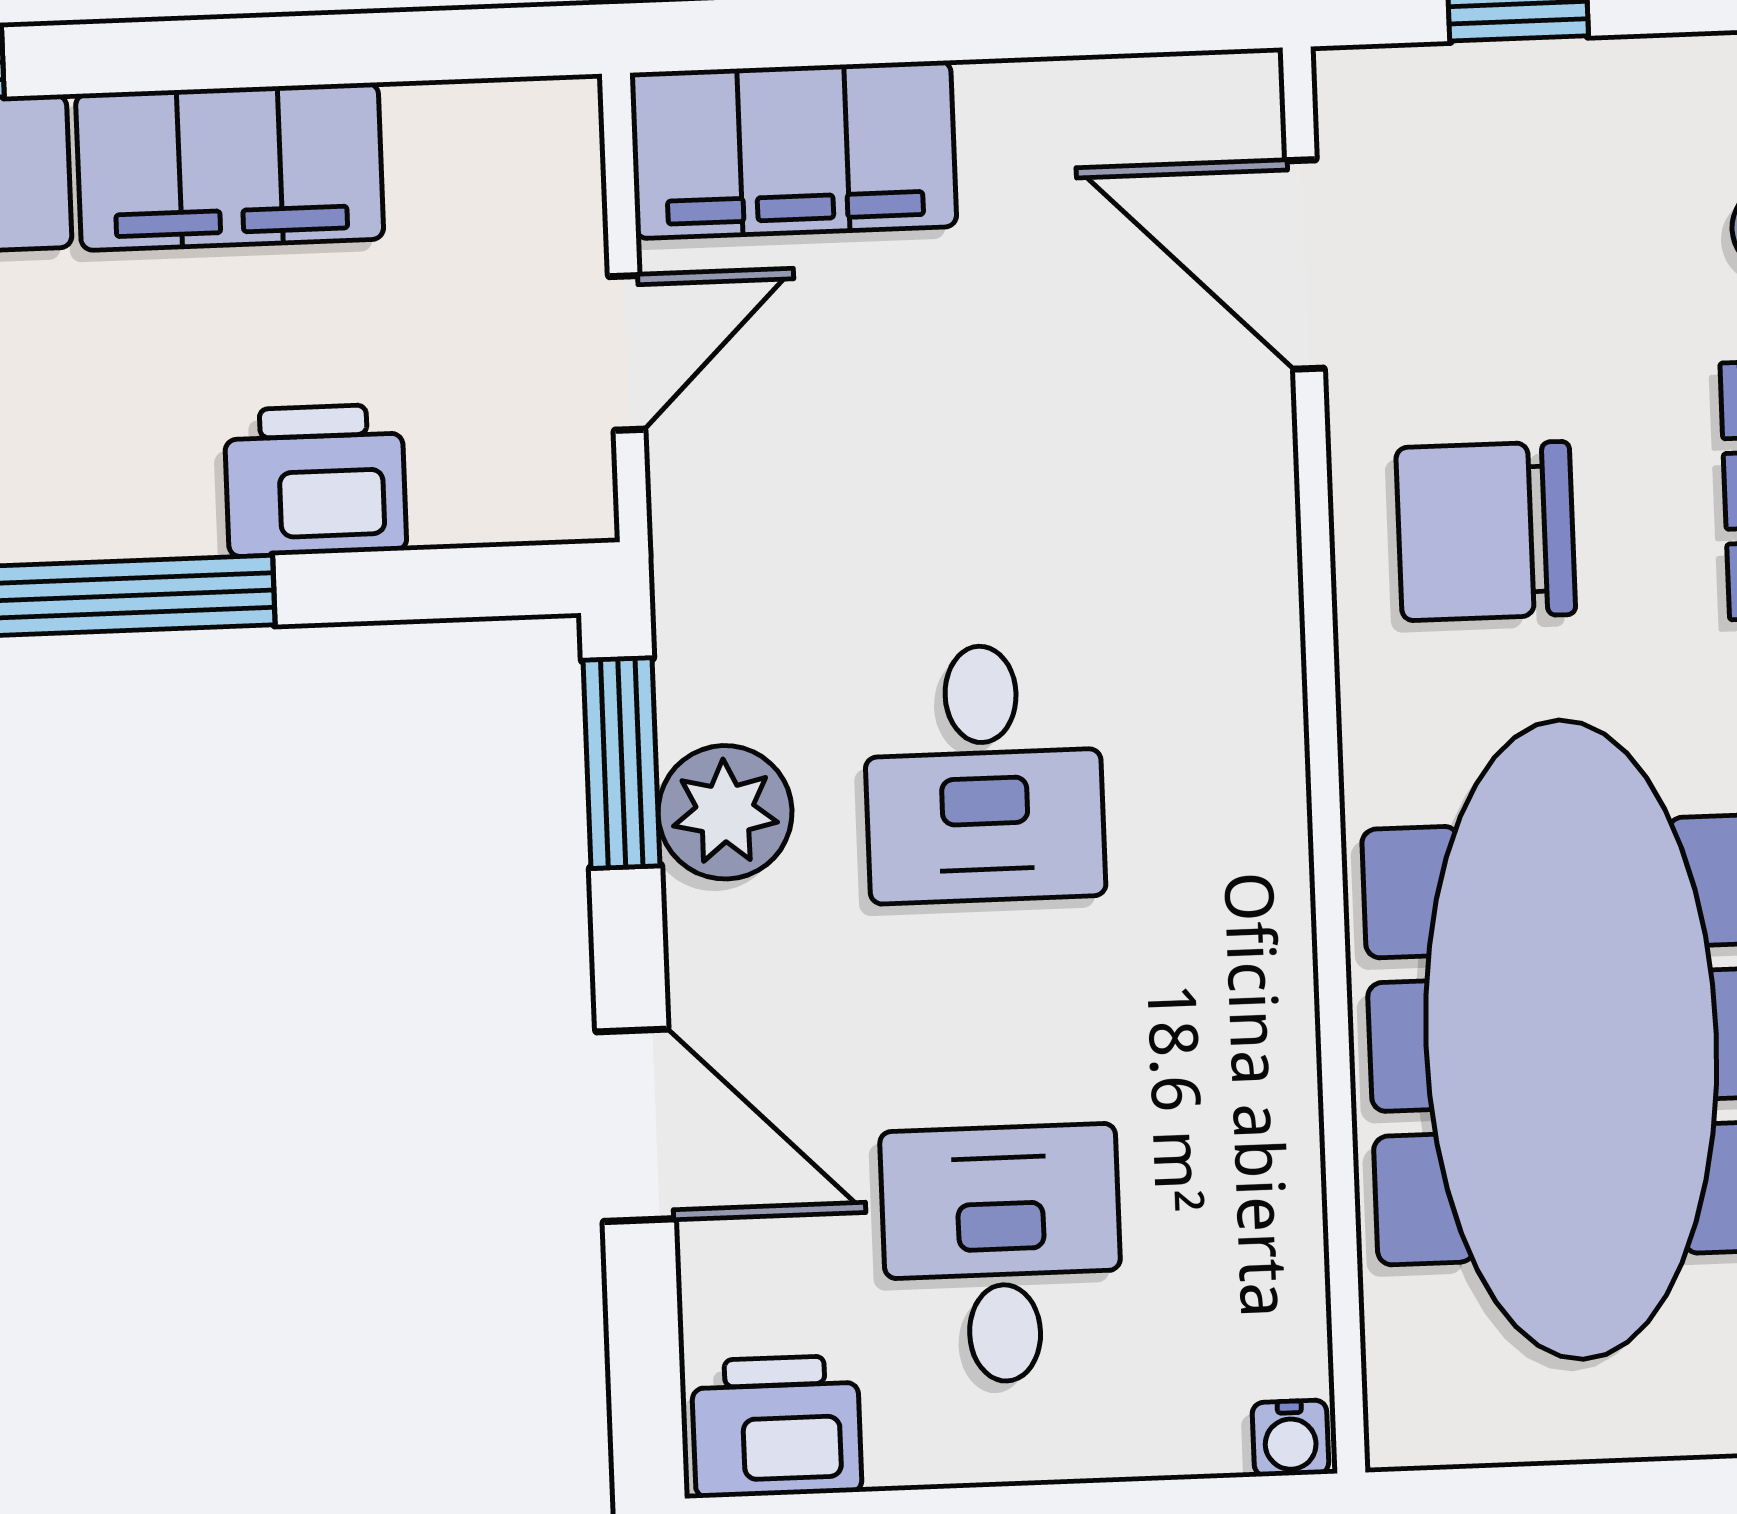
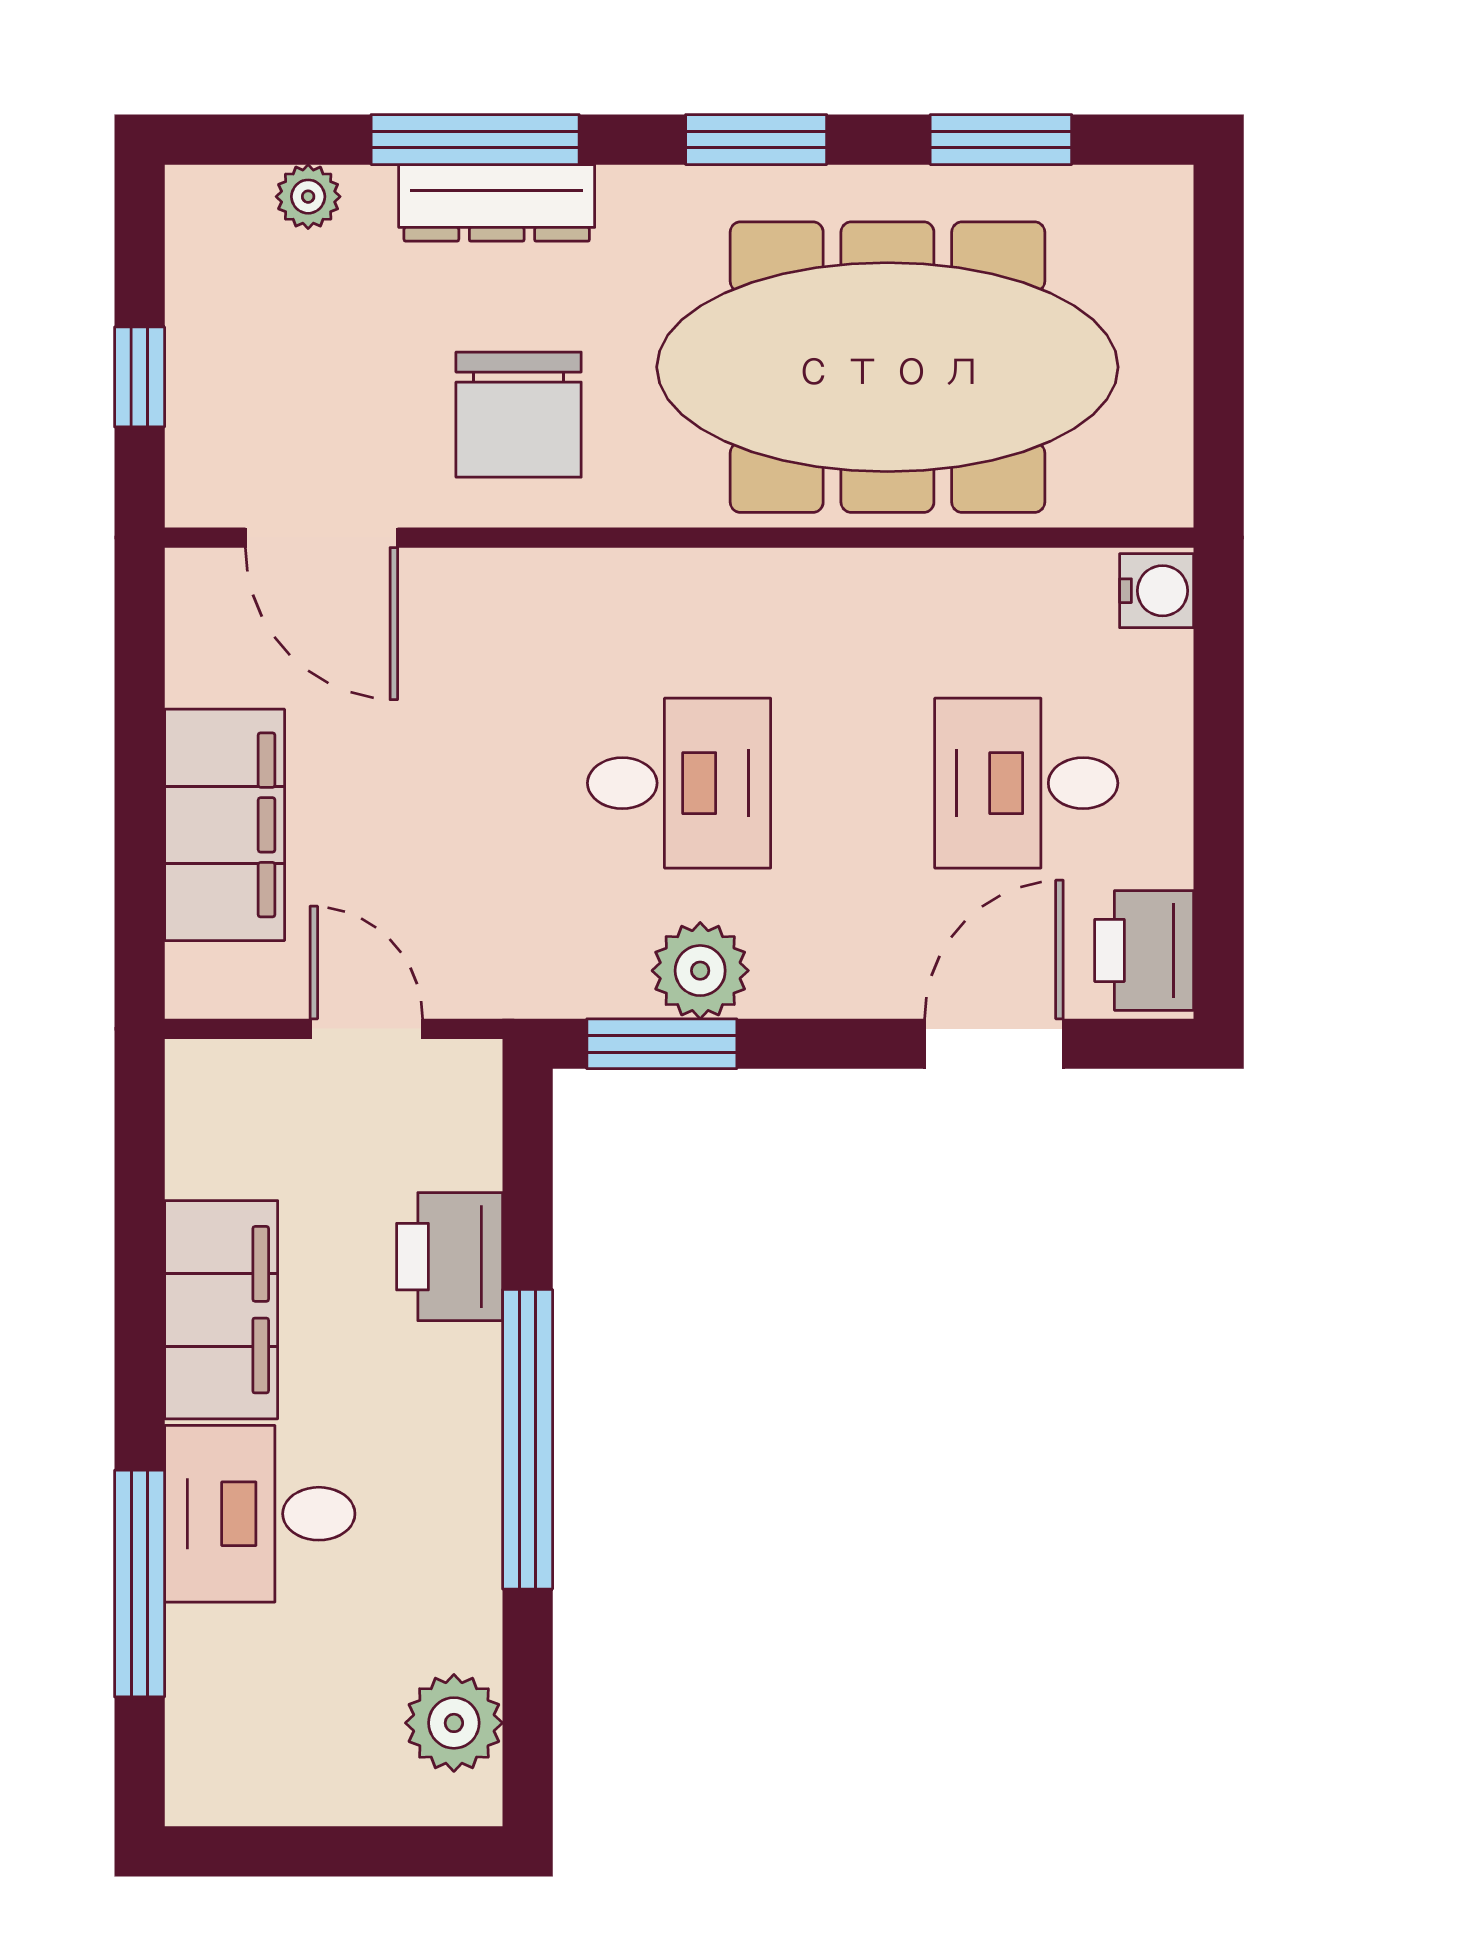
filing cabinet: (793, 150) -> (225, 825), moved
door: (1305, 264) -> (321, 538), hinge flipped
door: (635, 1125) -> (994, 1044), moved
water cooler: (1290, 1438) -> (1157, 591), width x1.38, depth x1.38

